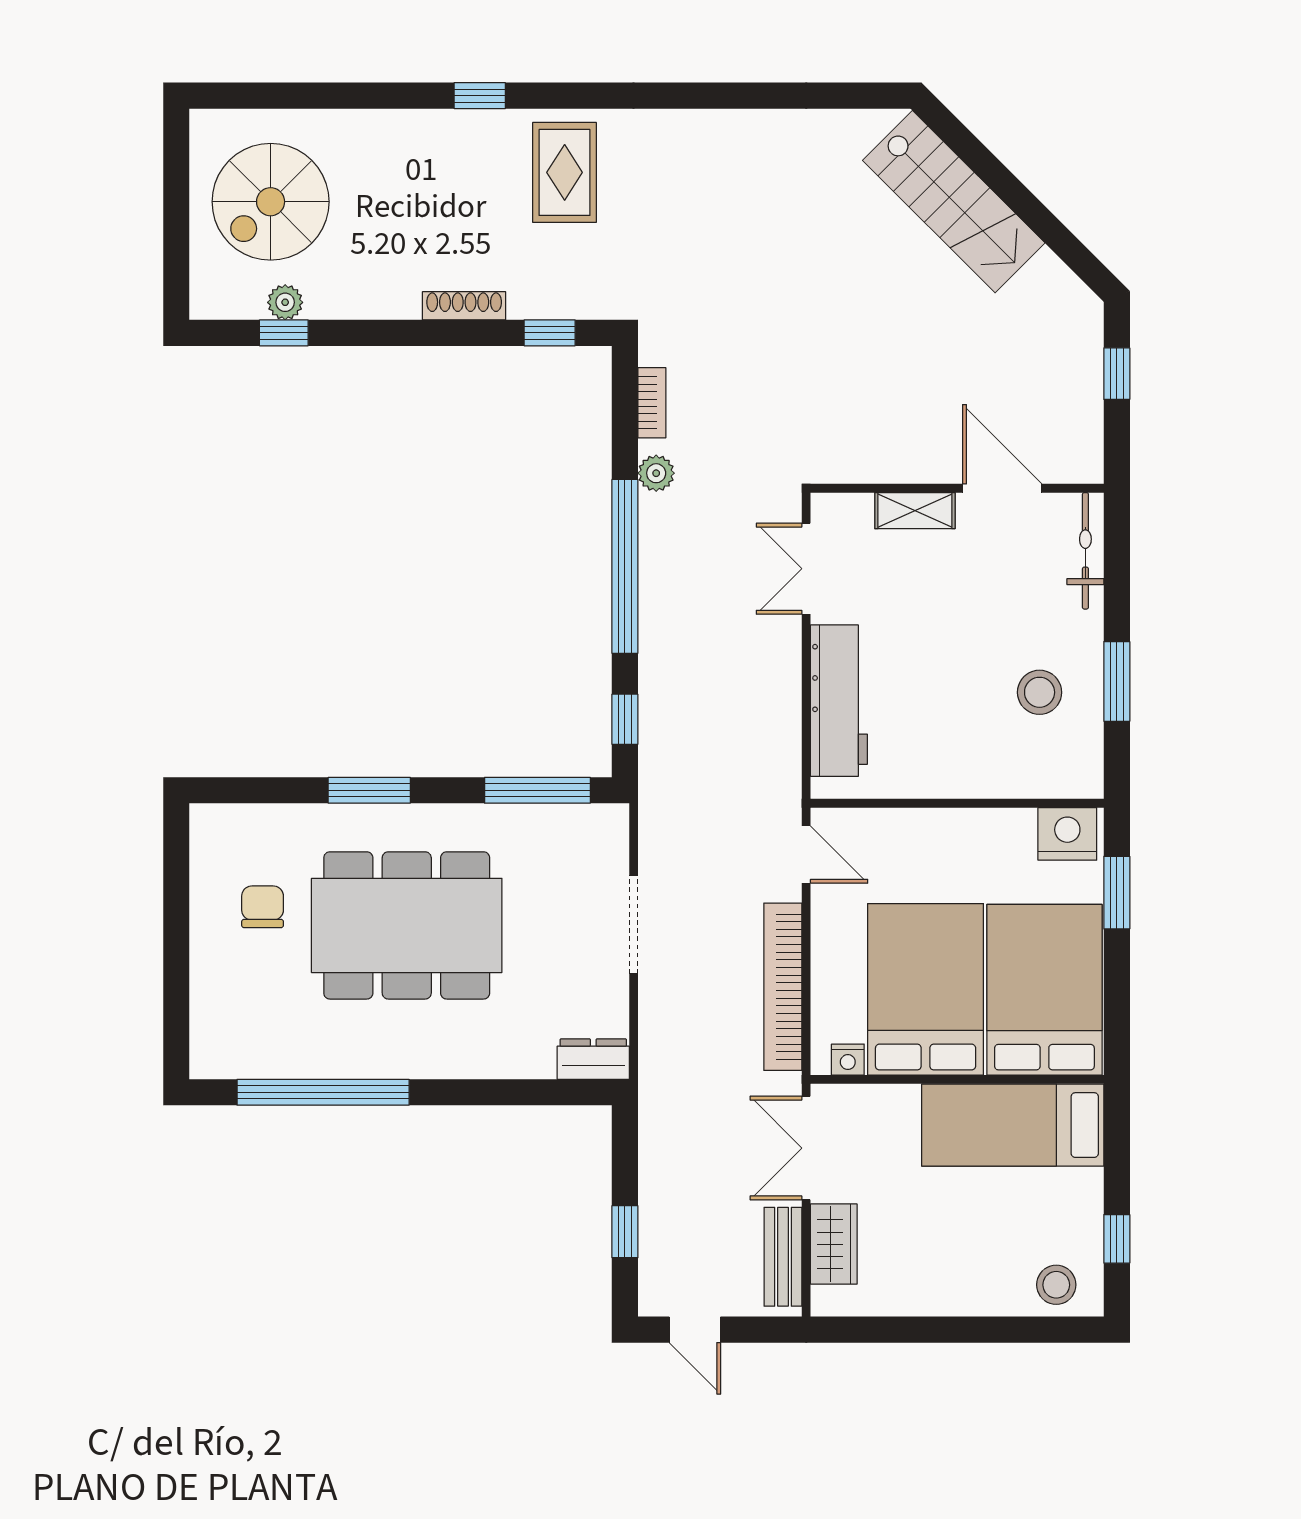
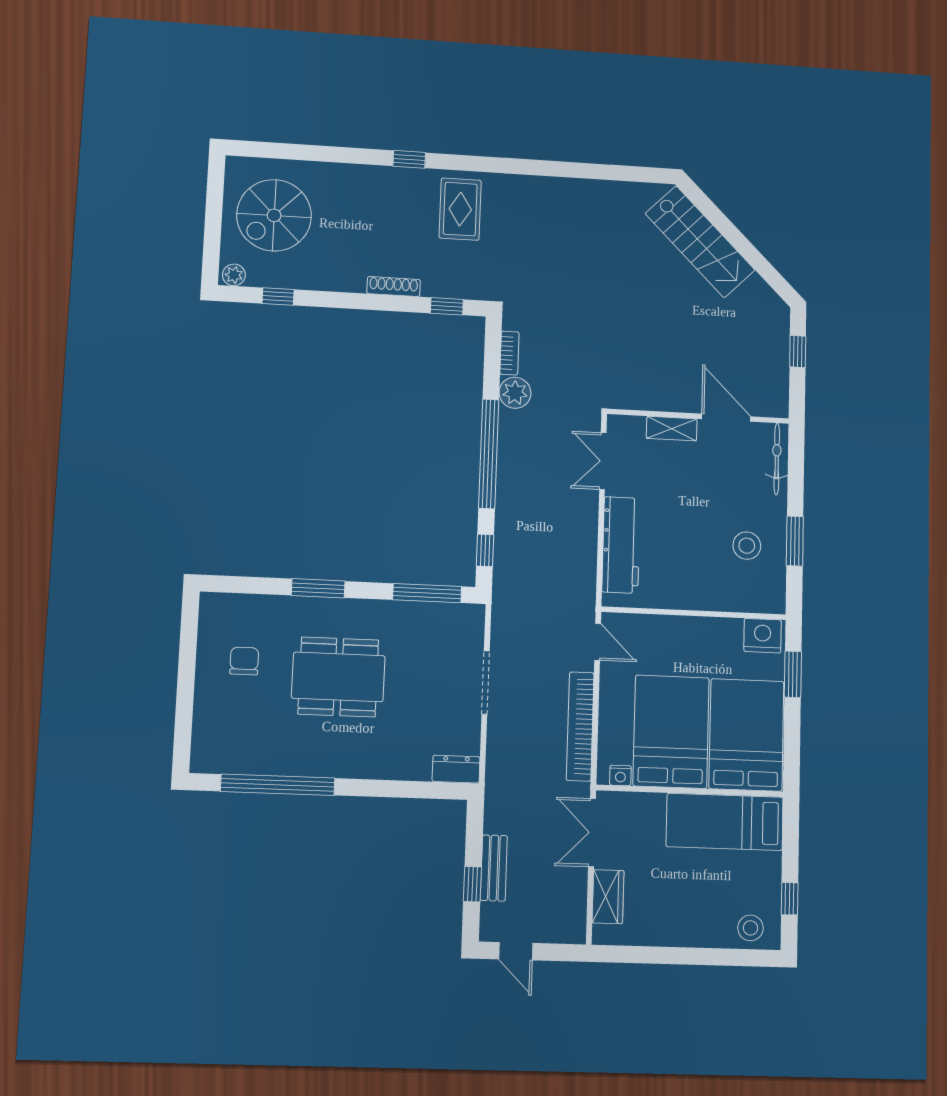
plant: (285, 302) -> (234, 275), moved
plant: (656, 473) -> (515, 393), width x1.38, depth x1.38
dining table: (407, 925) -> (338, 677), width x0.73, depth x0.80
bench: (783, 1257) -> (494, 868), moved

